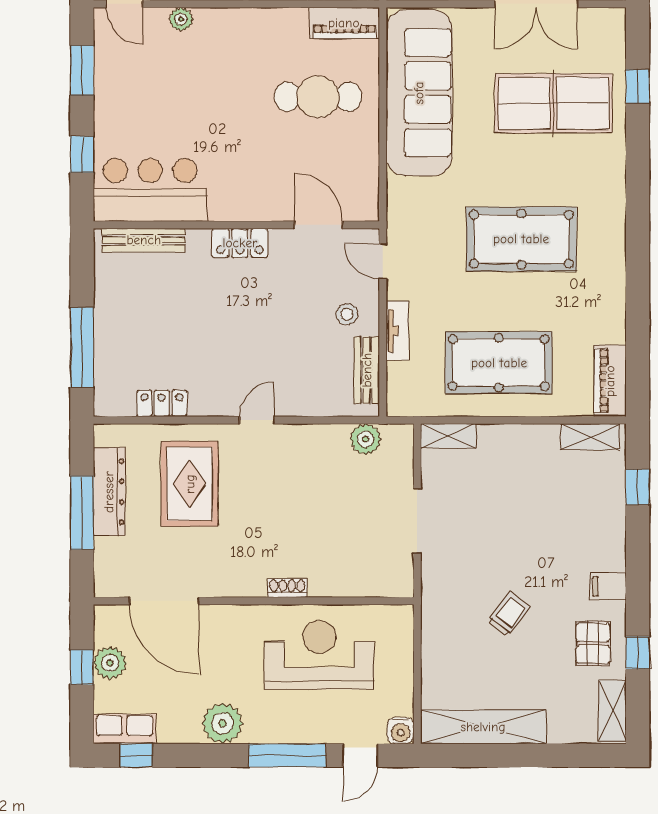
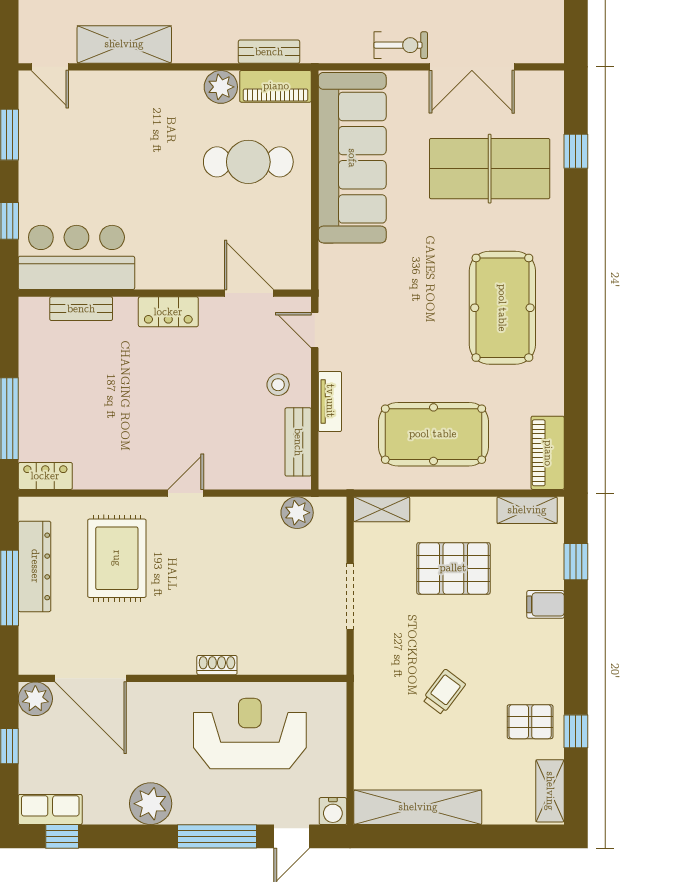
plant: (181, 19) -> (221, 87), moved, width x1.38, depth x1.38
pool table: (521, 239) -> (502, 308), moved, turned 90
bench: (144, 240) -> (81, 309), width x0.73
locker: (162, 403) -> (45, 476), moved
pallet: (518, 494) -> (453, 568), added
filing cabinet: (608, 586) -> (546, 604), moved
pallet: (593, 643) -> (530, 722), turned 90
plant: (110, 663) -> (35, 699), moved

